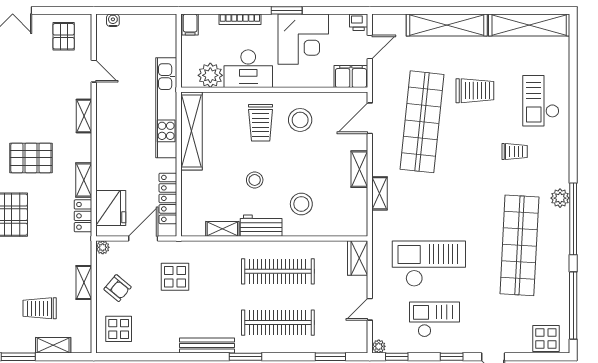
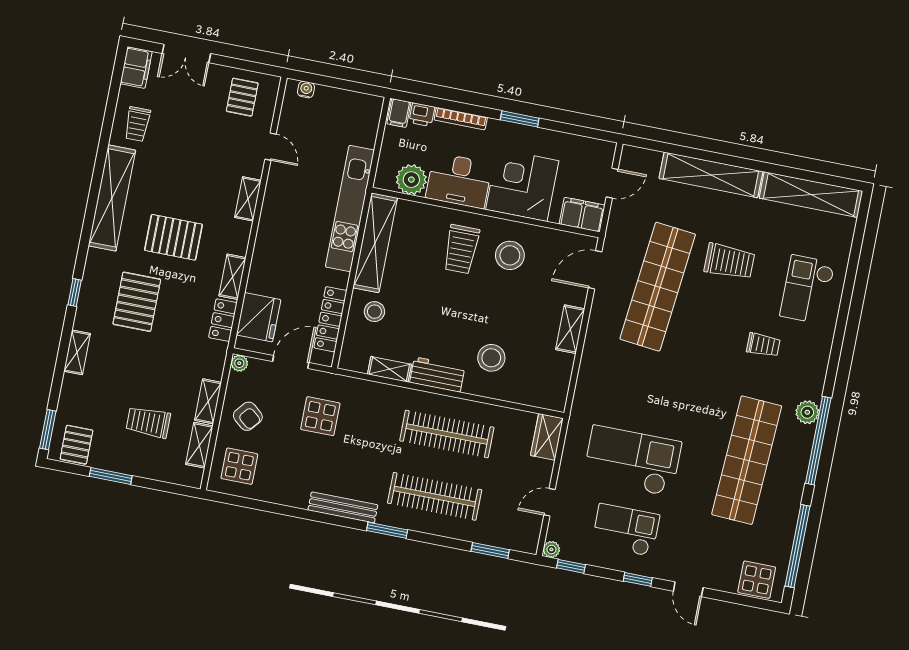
printer: (359, 22) -> (422, 115), moved
corner desk: (303, 39) -> (522, 185), moved, turned 180
stool: (255, 180) -> (374, 312), moved
shelving: (379, 193) -> (589, 364), removed
shelving: (53, 345) -> (199, 445), moved, turned 90

